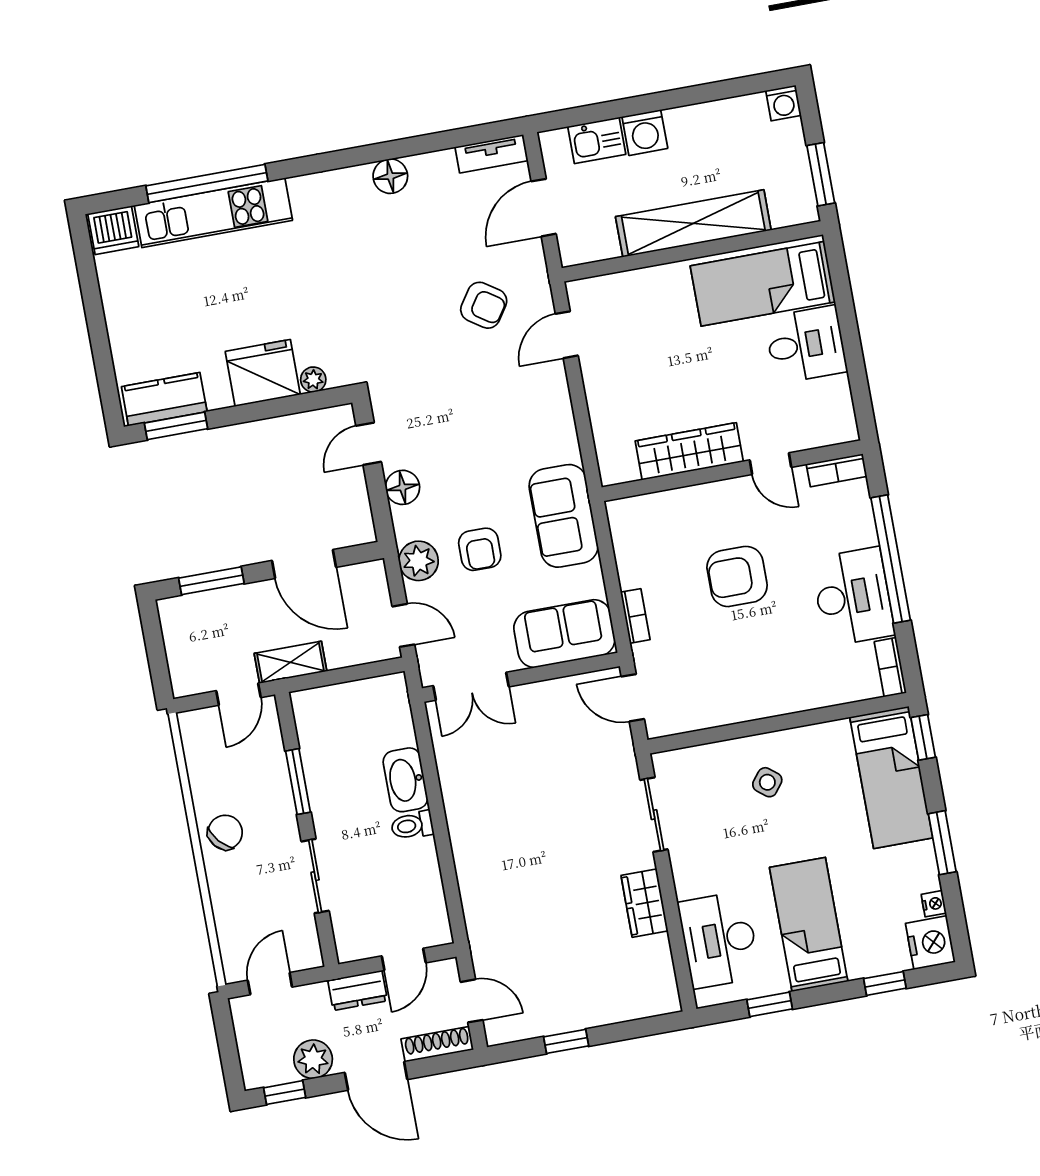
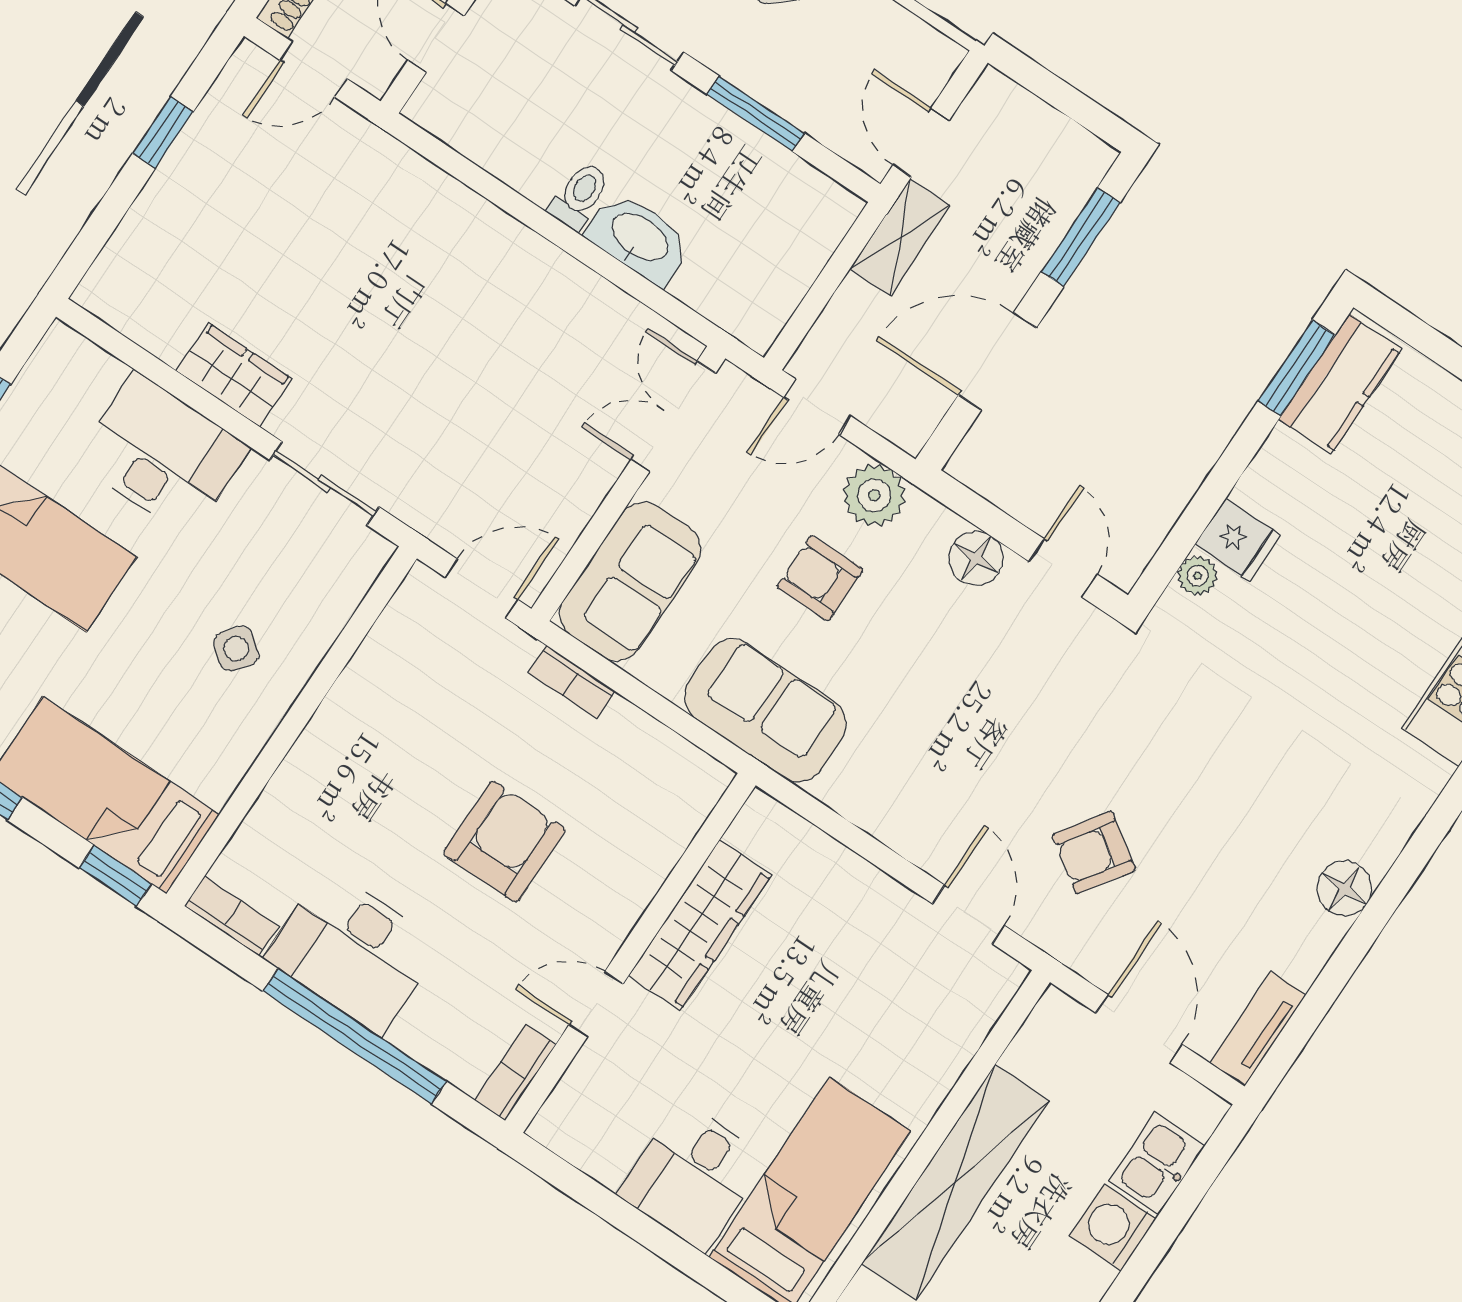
fridge: (263, 373) -> (1238, 540), width x0.53, depth x0.75
desk: (719, 940) -> (162, 454), moved

